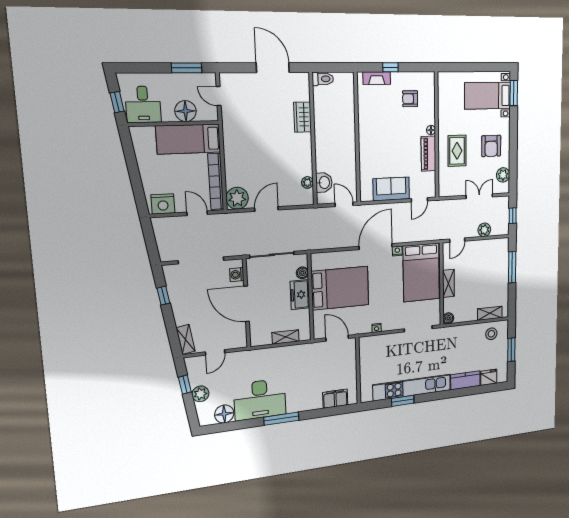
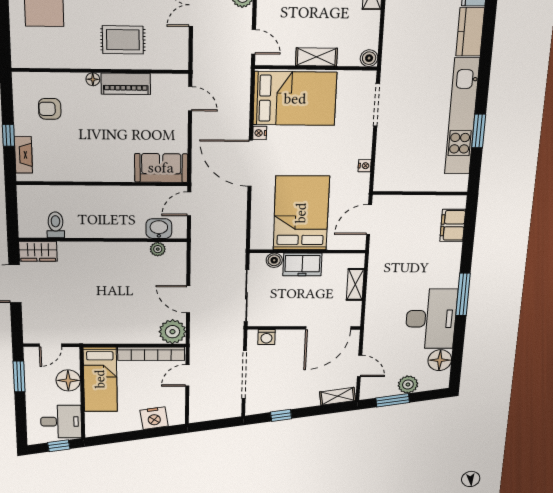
toilet: (323, 79) -> (56, 225), moved
armchair: (410, 99) -> (50, 109), turned 90
wardrobe: (303, 117) -> (38, 251), moved
sofa: (391, 189) -> (161, 168), moved, turned 90
nightstand: (163, 204) -> (154, 418), moved, turned 81
door: (247, 304) -> (328, 328), moved
window: (185, 385) -> (393, 400), width x1.50

